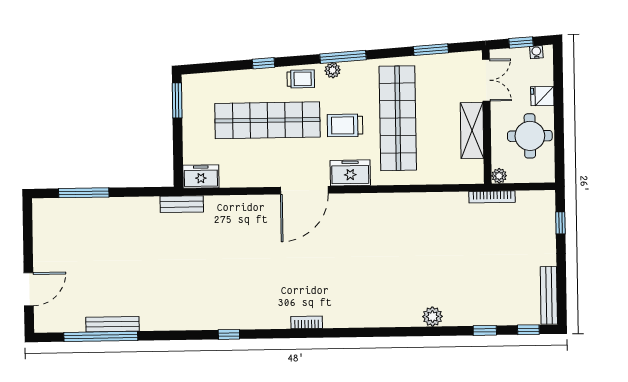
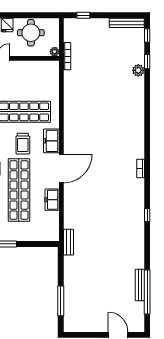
shelving: (472, 130) -> (27, 67), removed
freezer: (201, 177) -> (52, 200), moved
door: (304, 190) -> (61, 169), hinge flipped
plant: (433, 317) -> (138, 70), moved

